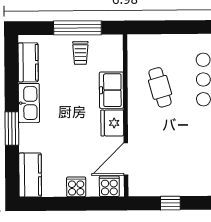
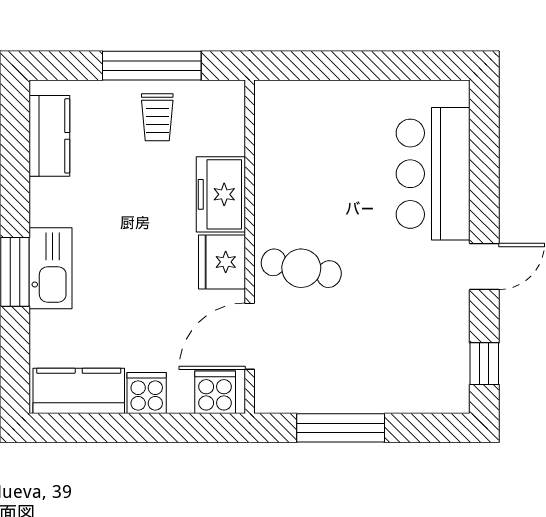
cafe table: (160, 87) -> (301, 268), moved, turned -62
kitchen sink: (29, 103) -> (51, 268), moved
kitchen counter: (30, 175) -> (79, 391), moved, turned -90
window: (170, 203) -> (341, 428), width x2.17

